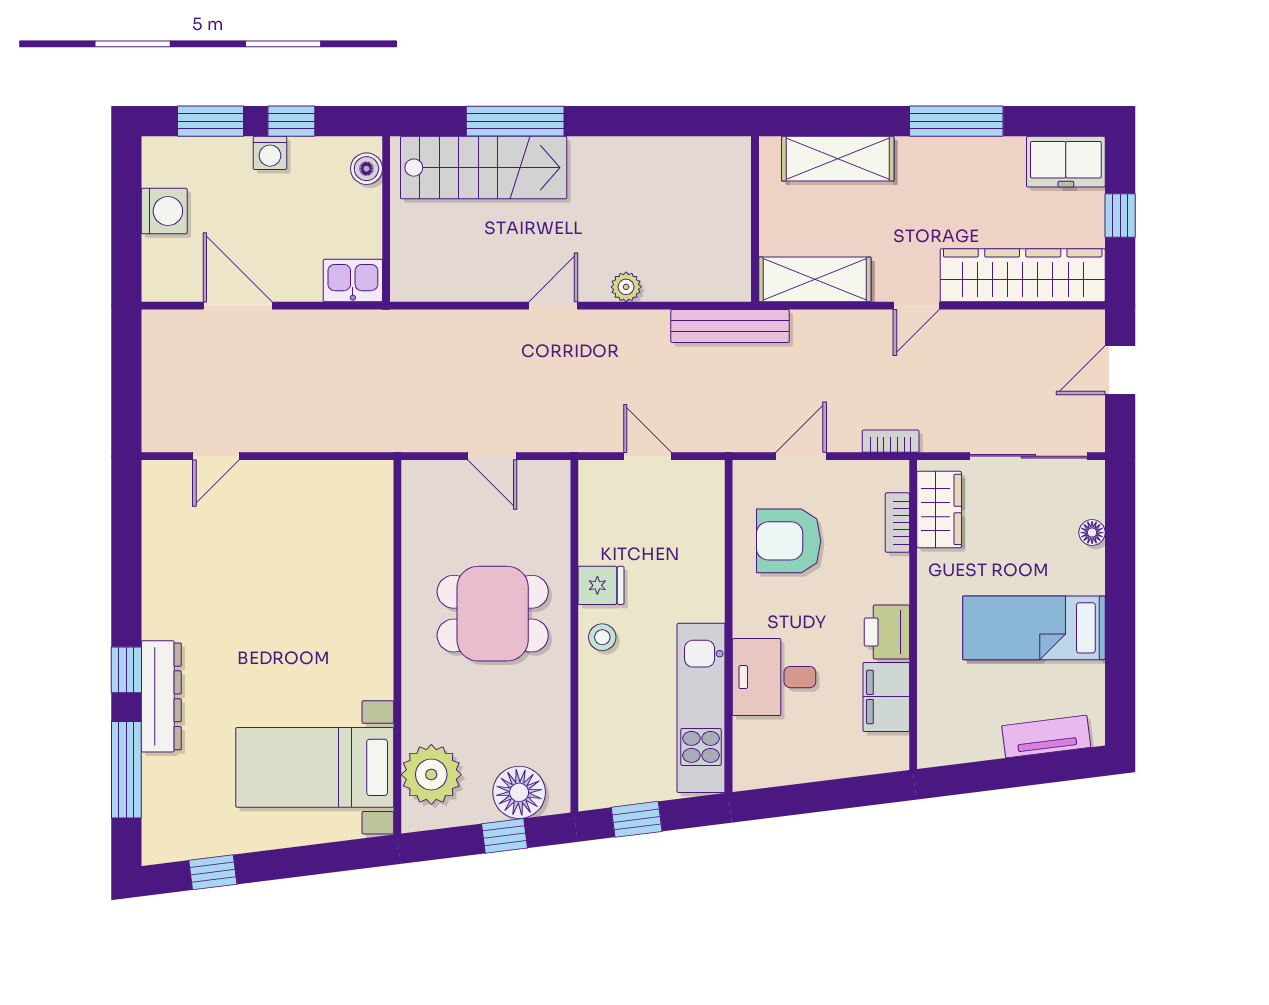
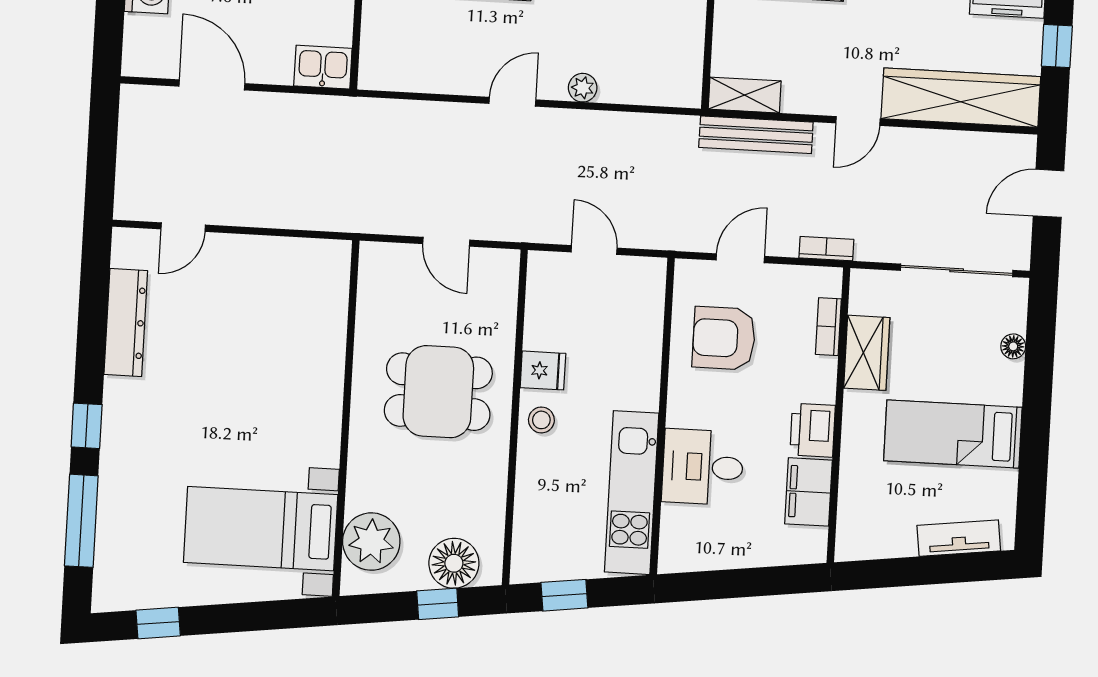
shelving: (815, 279) -> (745, 95), width x0.67, depth x0.75
bench: (730, 326) -> (756, 135), moved
wardrobe: (939, 509) -> (867, 353), moved
dresser: (161, 696) -> (126, 322), moved

